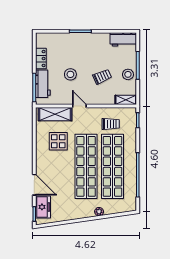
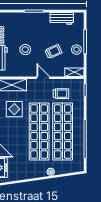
workbench: (123, 39) -> (62, 18), moved
door: (79, 106) -> (43, 78), moved

